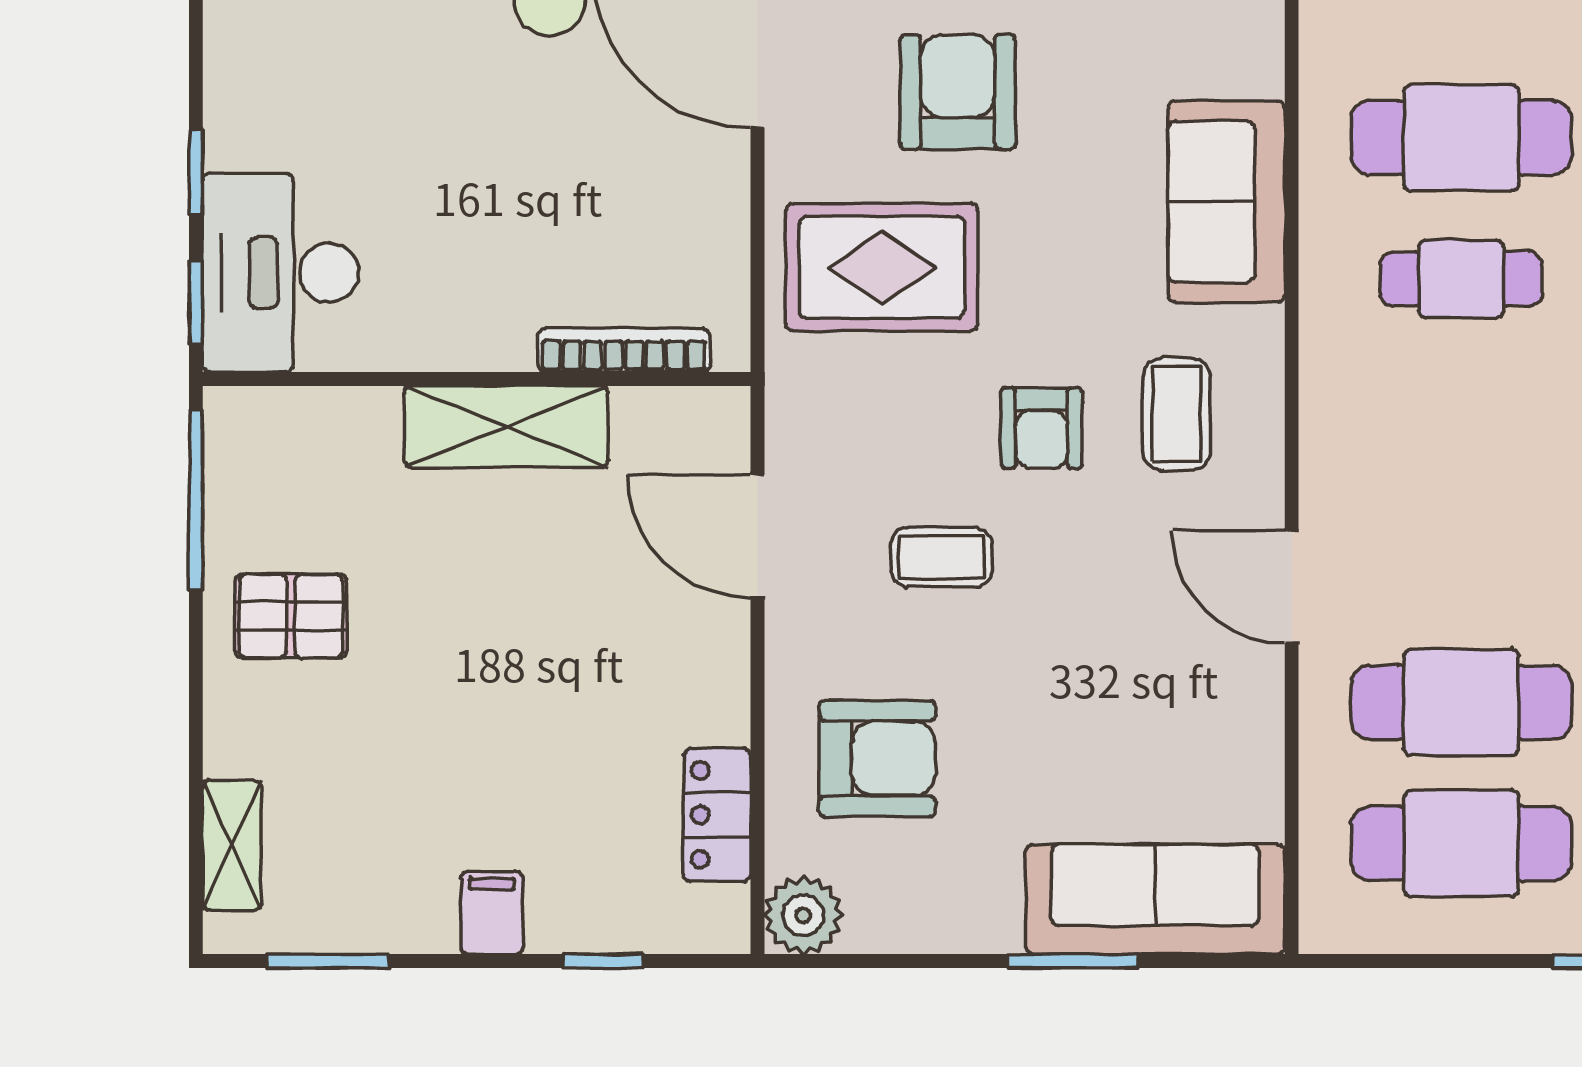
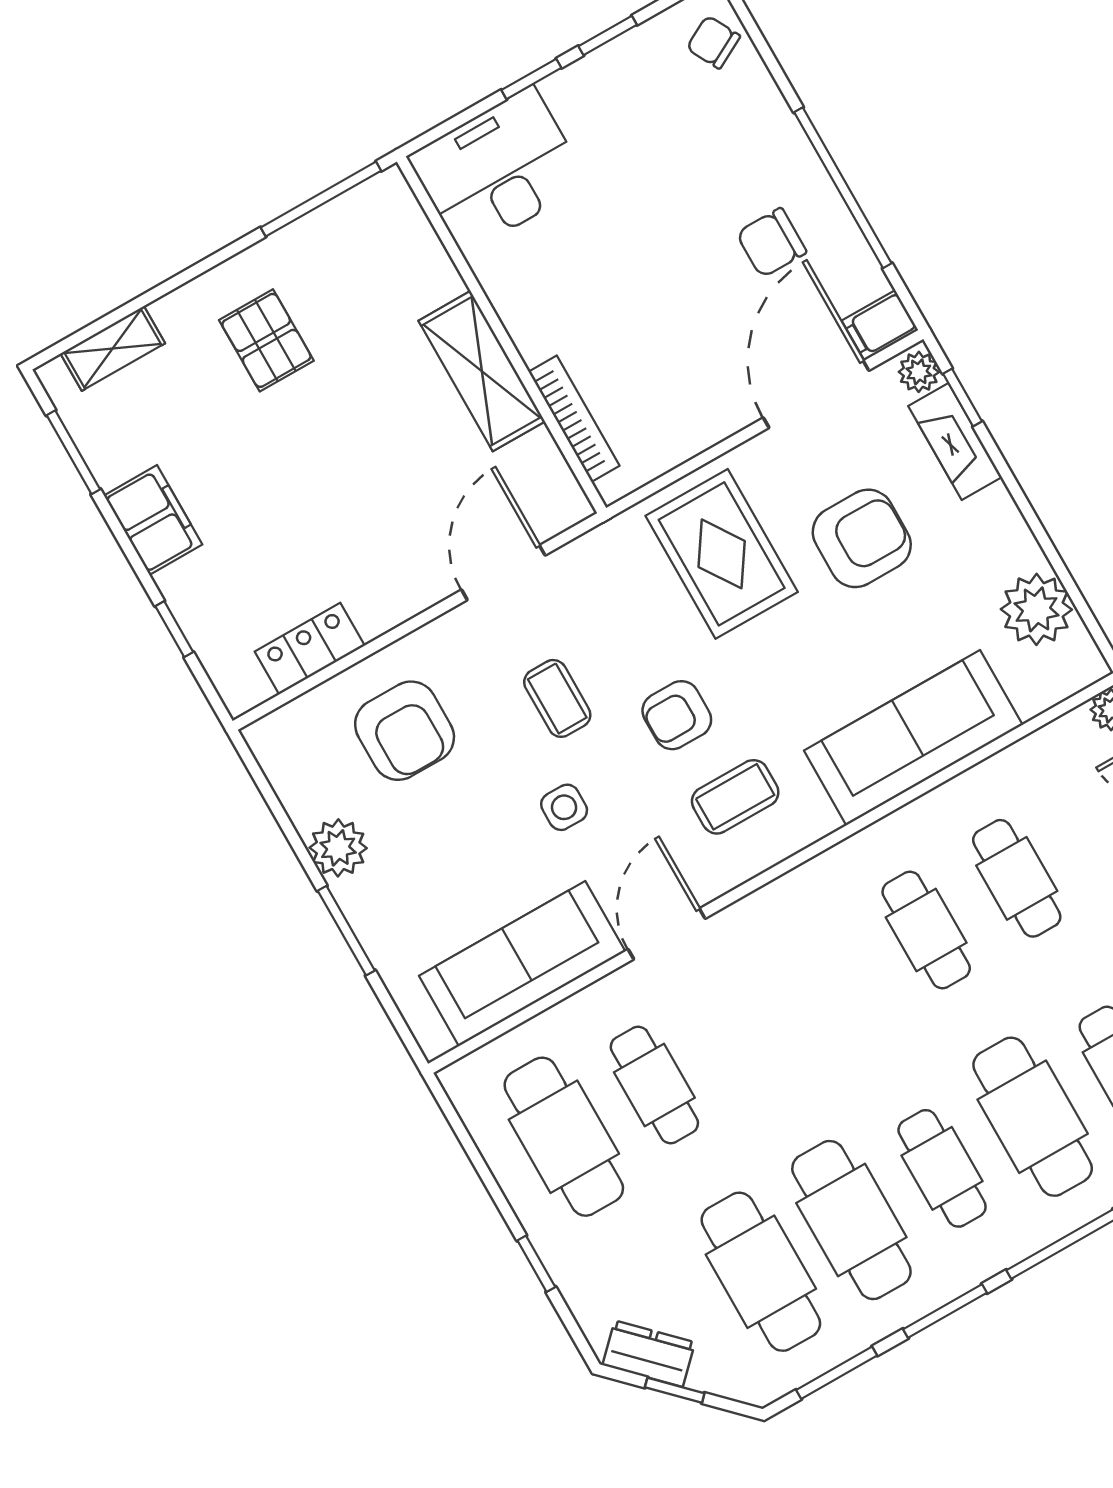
cafe table: (1461, 138) -> (1017, 878), width x0.73, depth x0.74
sofa: (1226, 201) -> (913, 738), width x1.36
window: (196, 302) -> (608, 35), moved
pallet: (291, 616) -> (266, 340), moved
side table: (1074, 622) -> (564, 807), added
cafe table: (1461, 702) -> (654, 1085), width x0.73, depth x0.74
sofa: (1155, 899) -> (522, 964), moved, turned -90
filing cabinet: (492, 913) -> (153, 520), width x2.00
plant: (803, 915) -> (338, 848), moved

